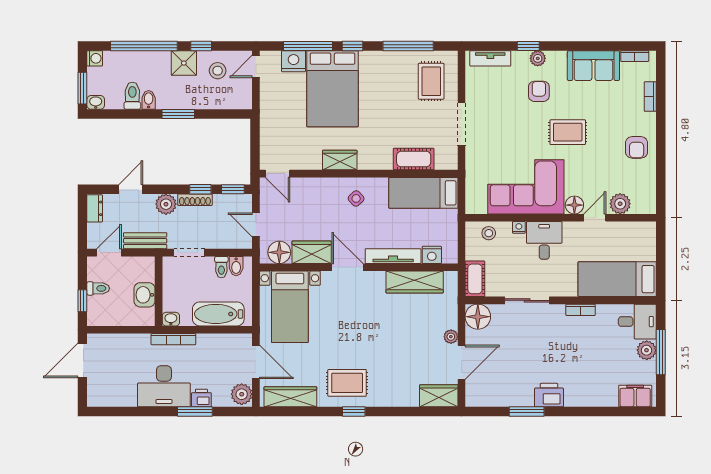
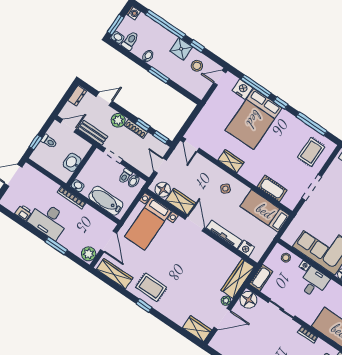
toilet: (132, 96) -> (130, 41), moved
wardrobe: (415, 282) -> (238, 279), moved, turned 90
printer: (201, 398) -> (23, 213), moved

